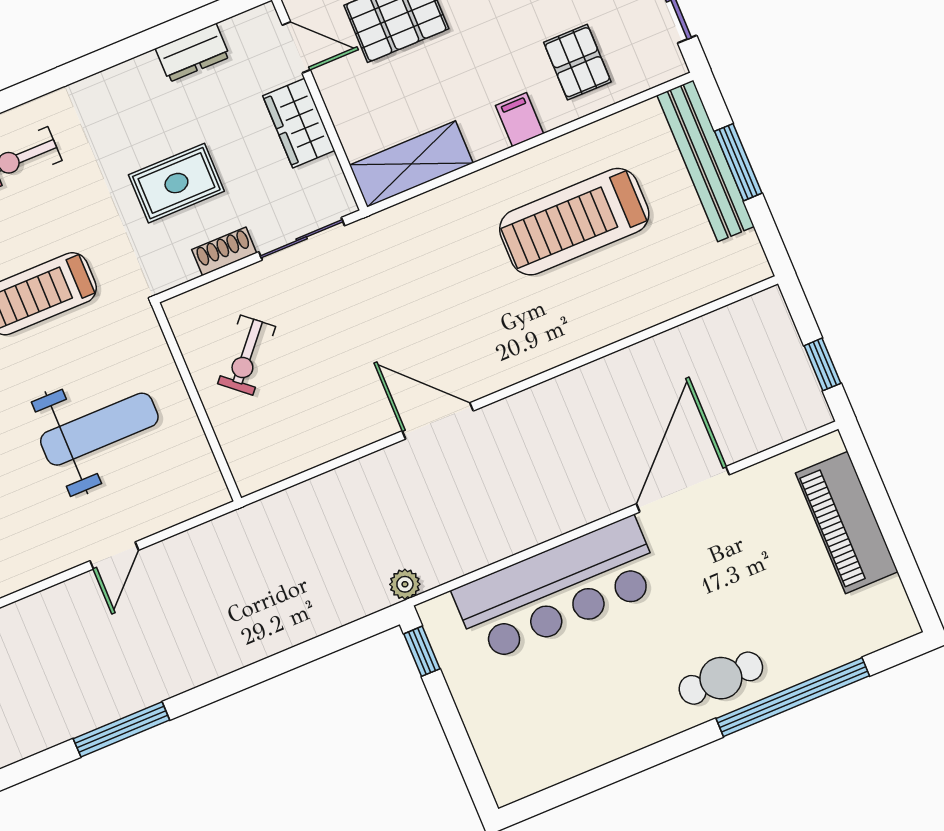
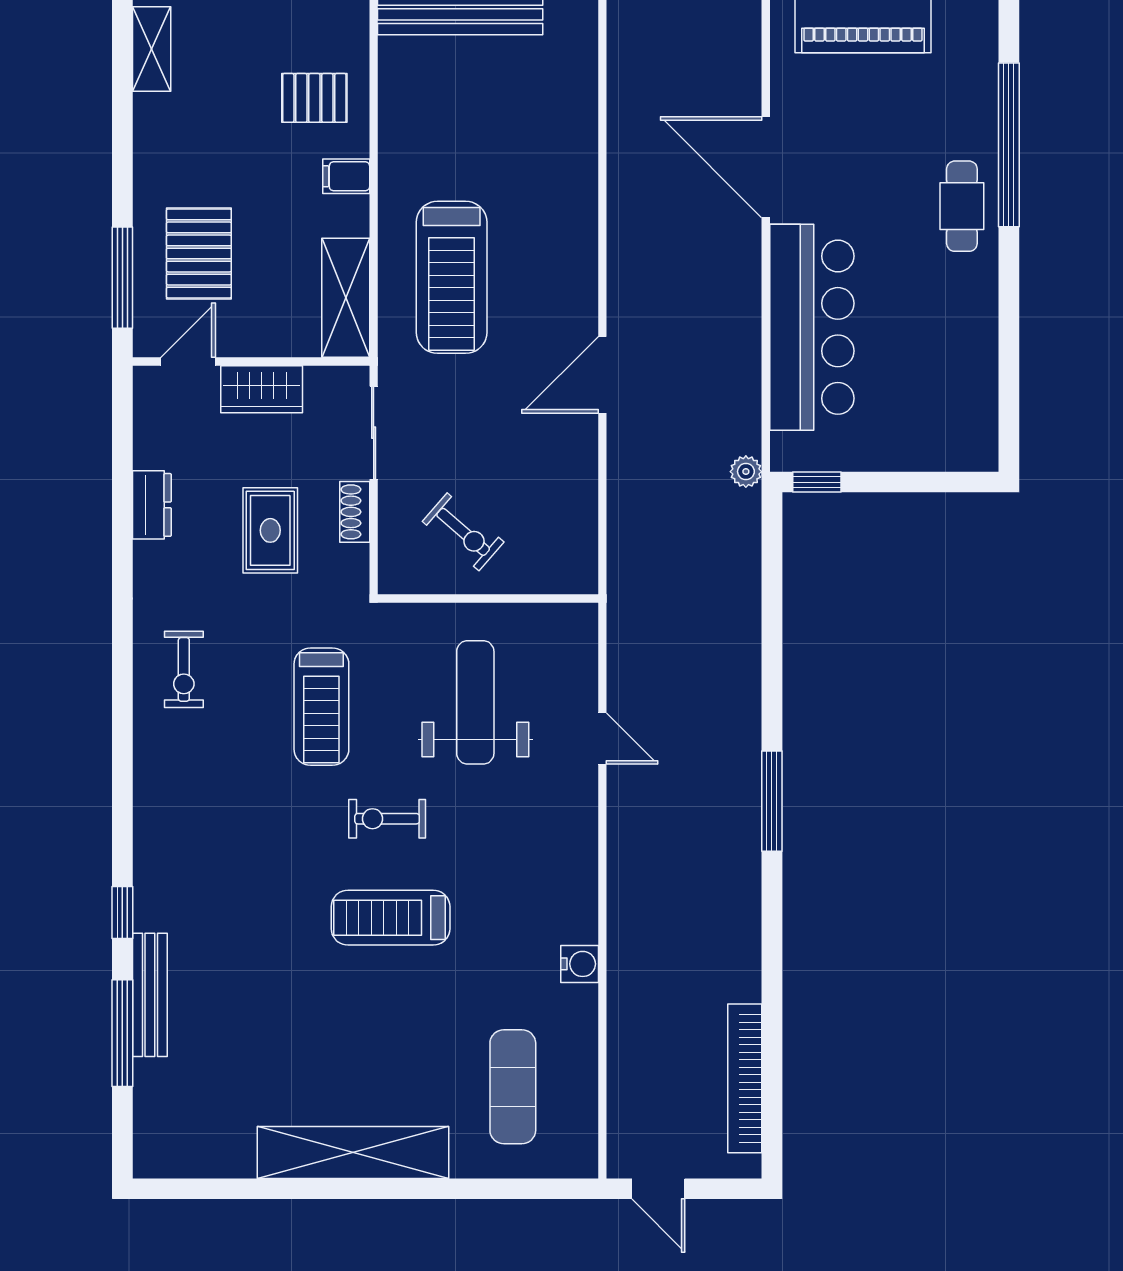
dresser: (193, 53) -> (152, 505), moved
treadmill: (574, 222) -> (452, 277), moved

